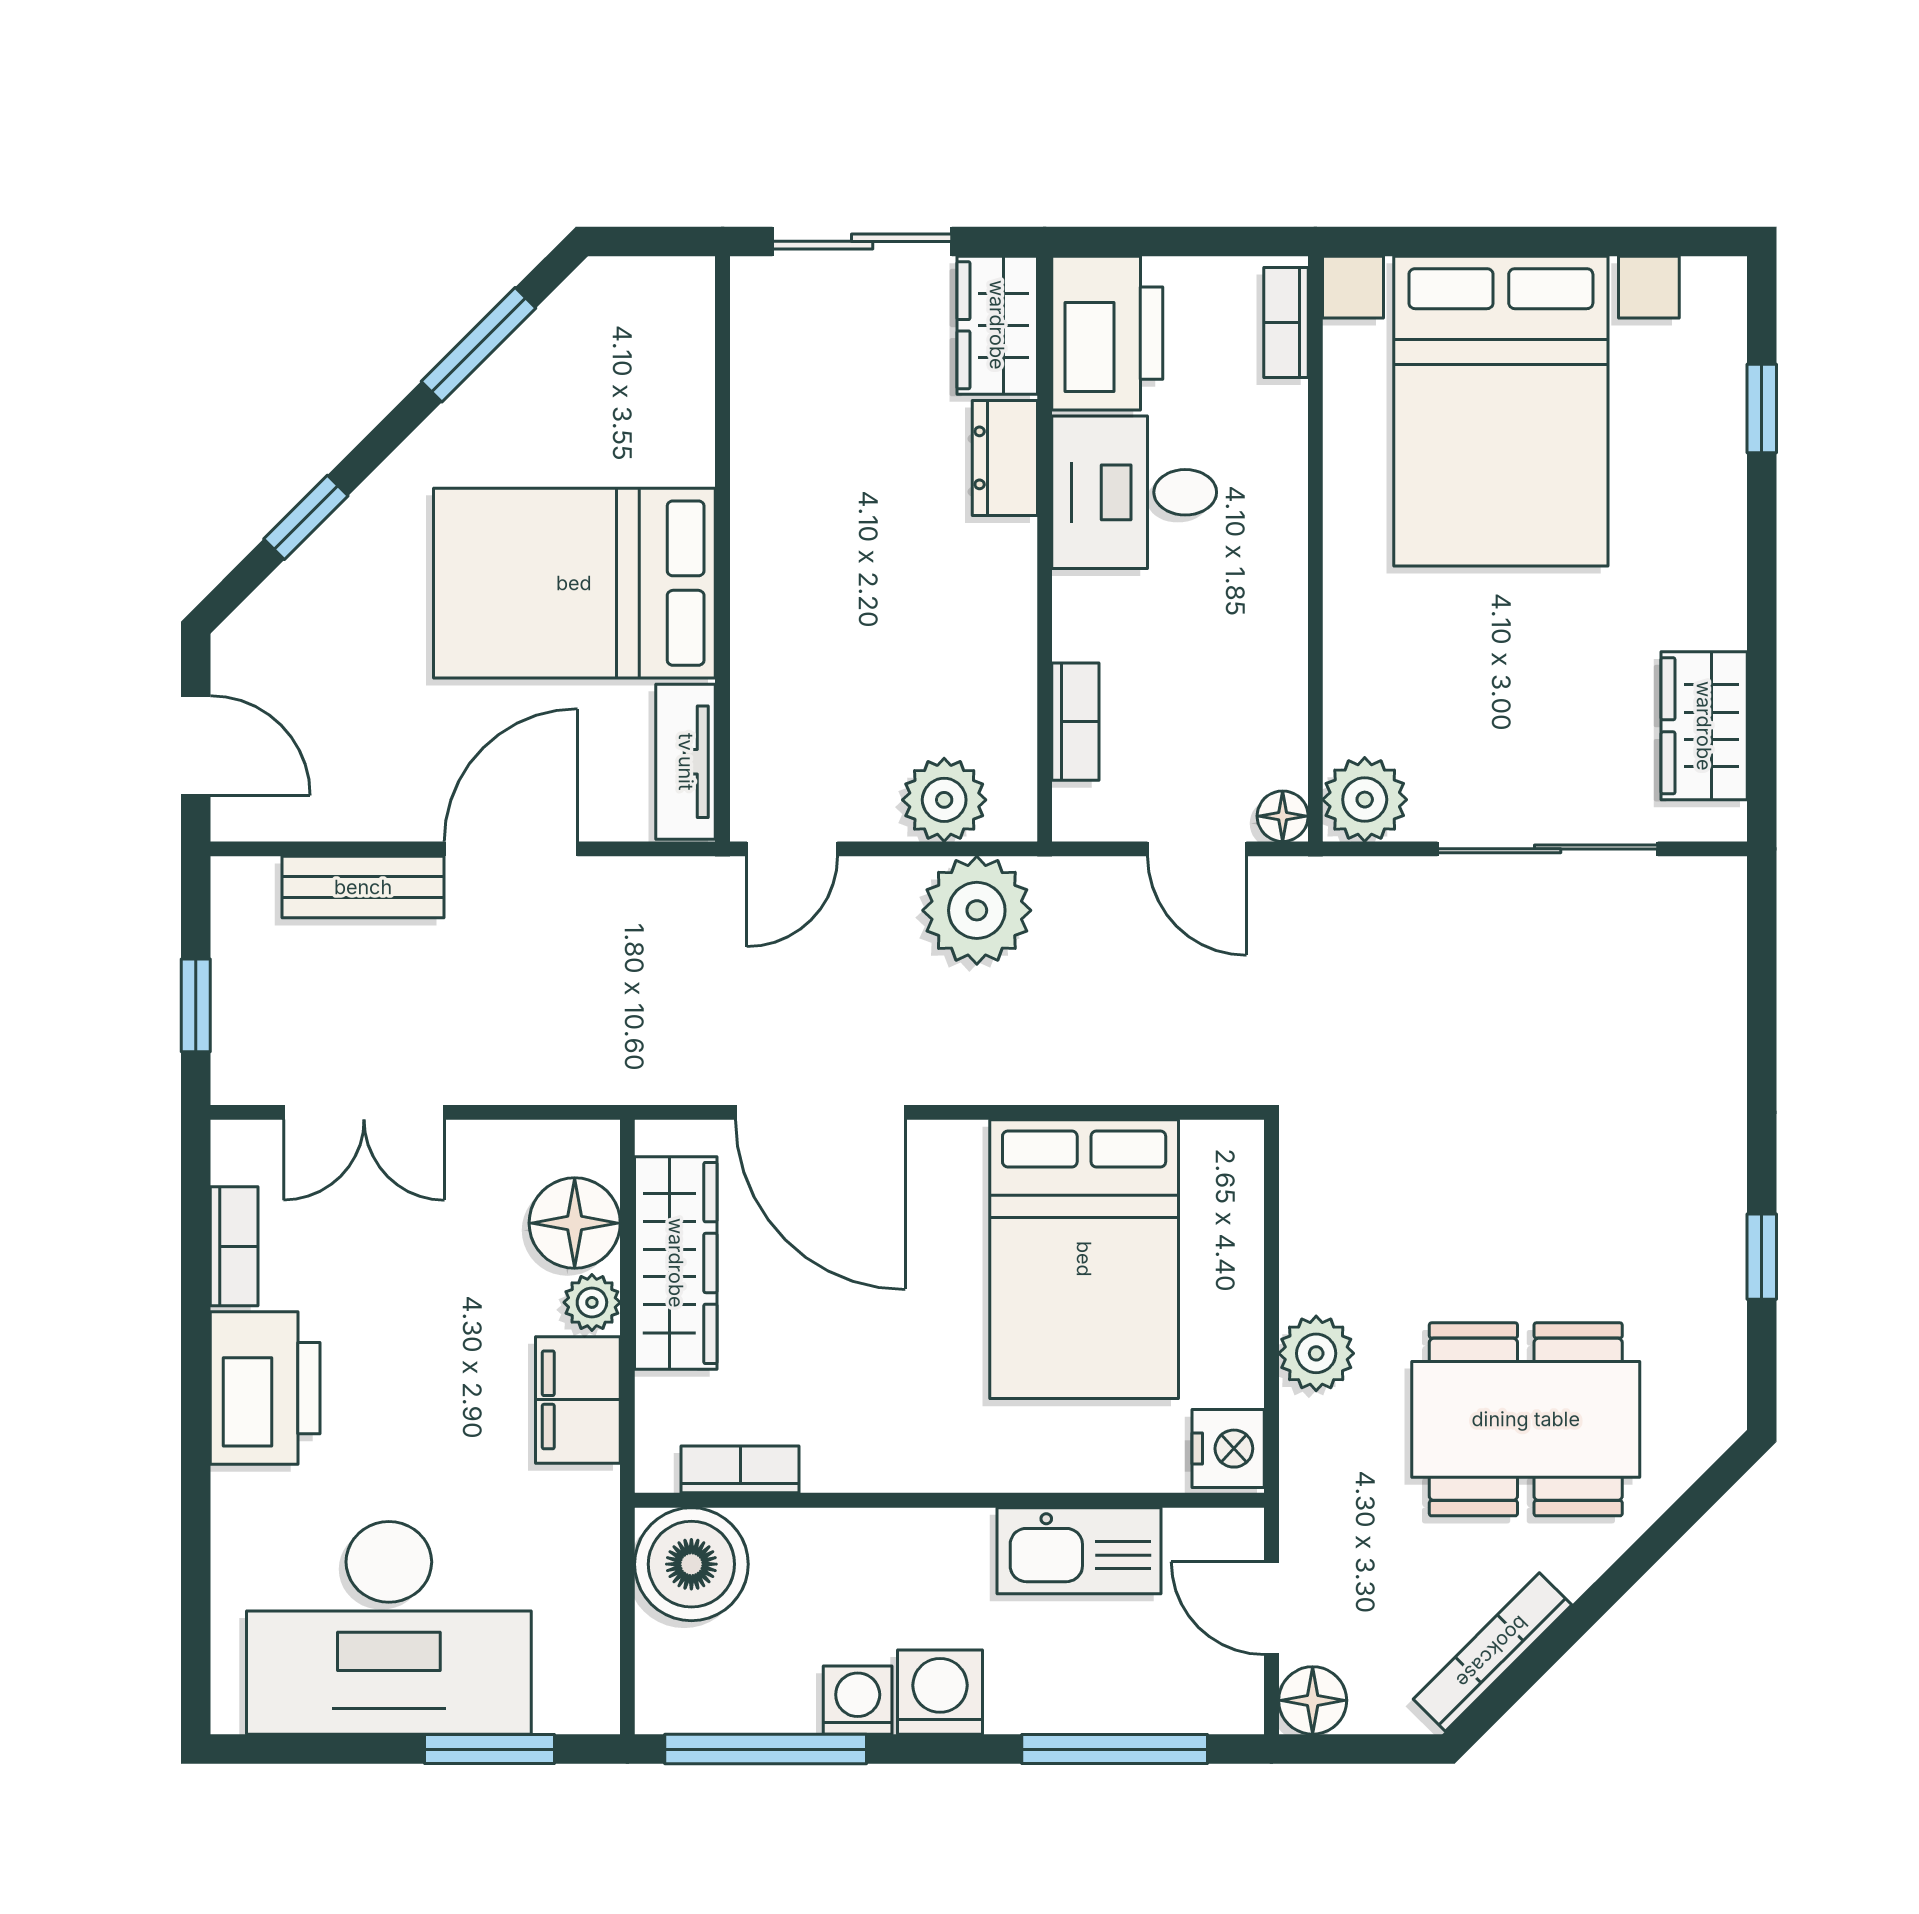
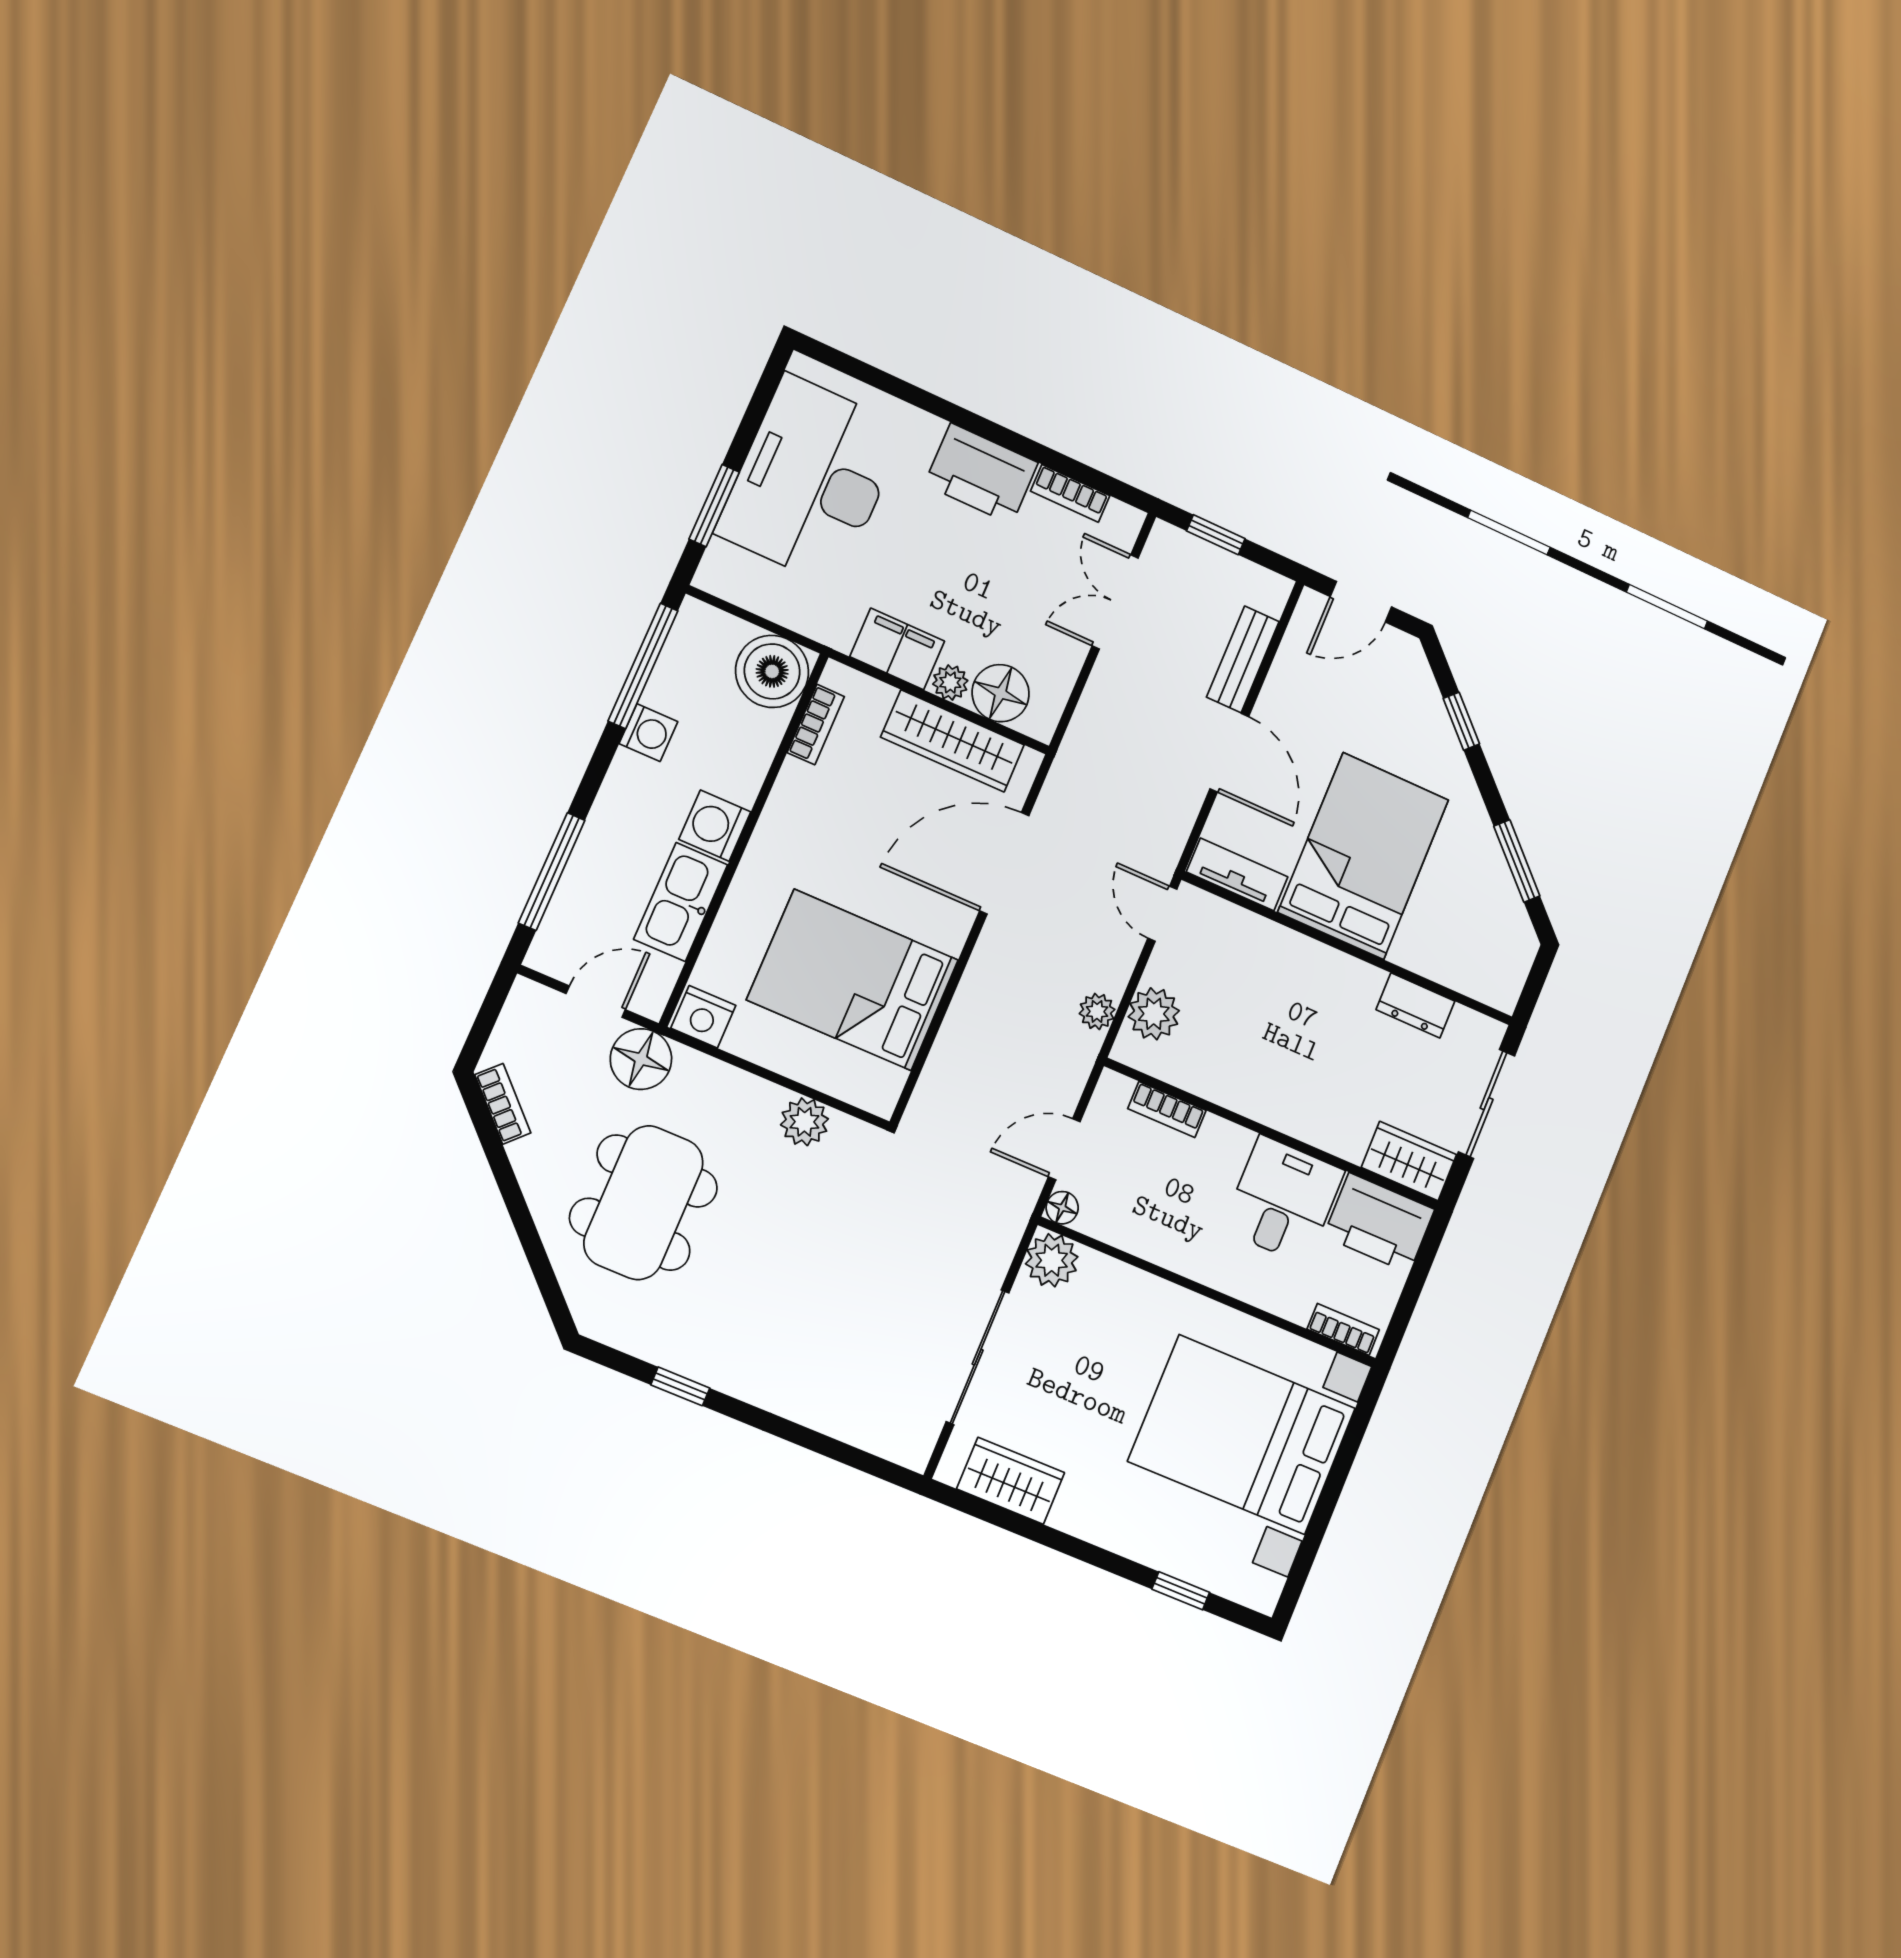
dresser: (1005, 458) -> (1415, 1005), moved, turned 180
plant: (977, 910) -> (1097, 1011), width x0.53, depth x0.53
plant: (1316, 1353) -> (804, 1122), moved
bookcase: (1492, 1652) -> (503, 1104), width x0.64
washing machine: (940, 1692) -> (715, 826), moved, turned 180
floor lamp: (1313, 1700) -> (641, 1059), moved, width x1.38, depth x1.38

